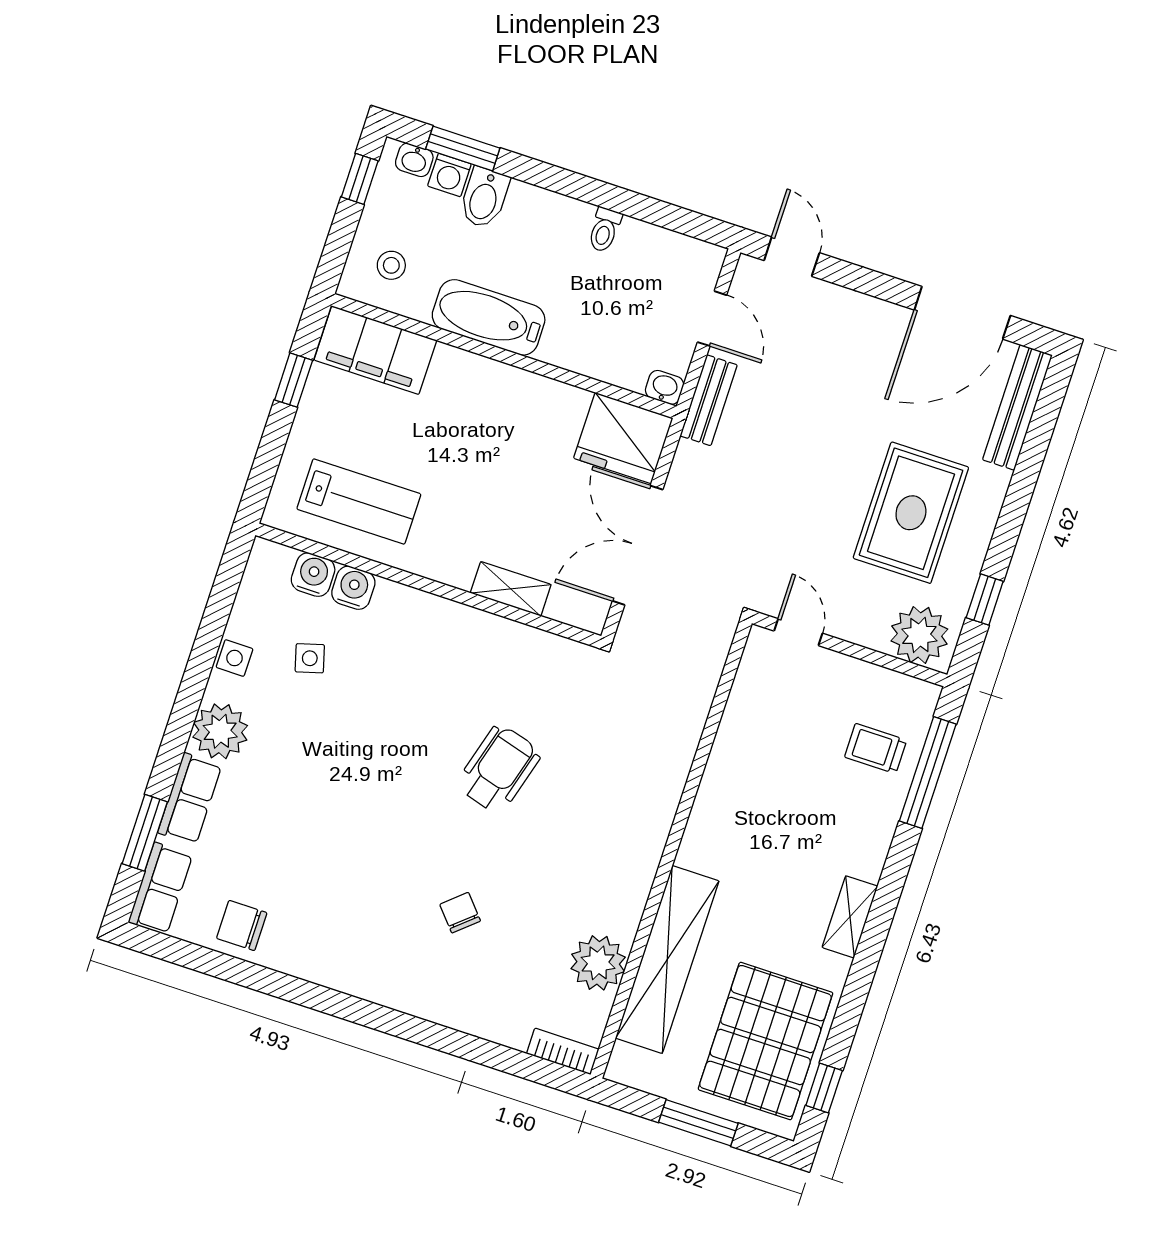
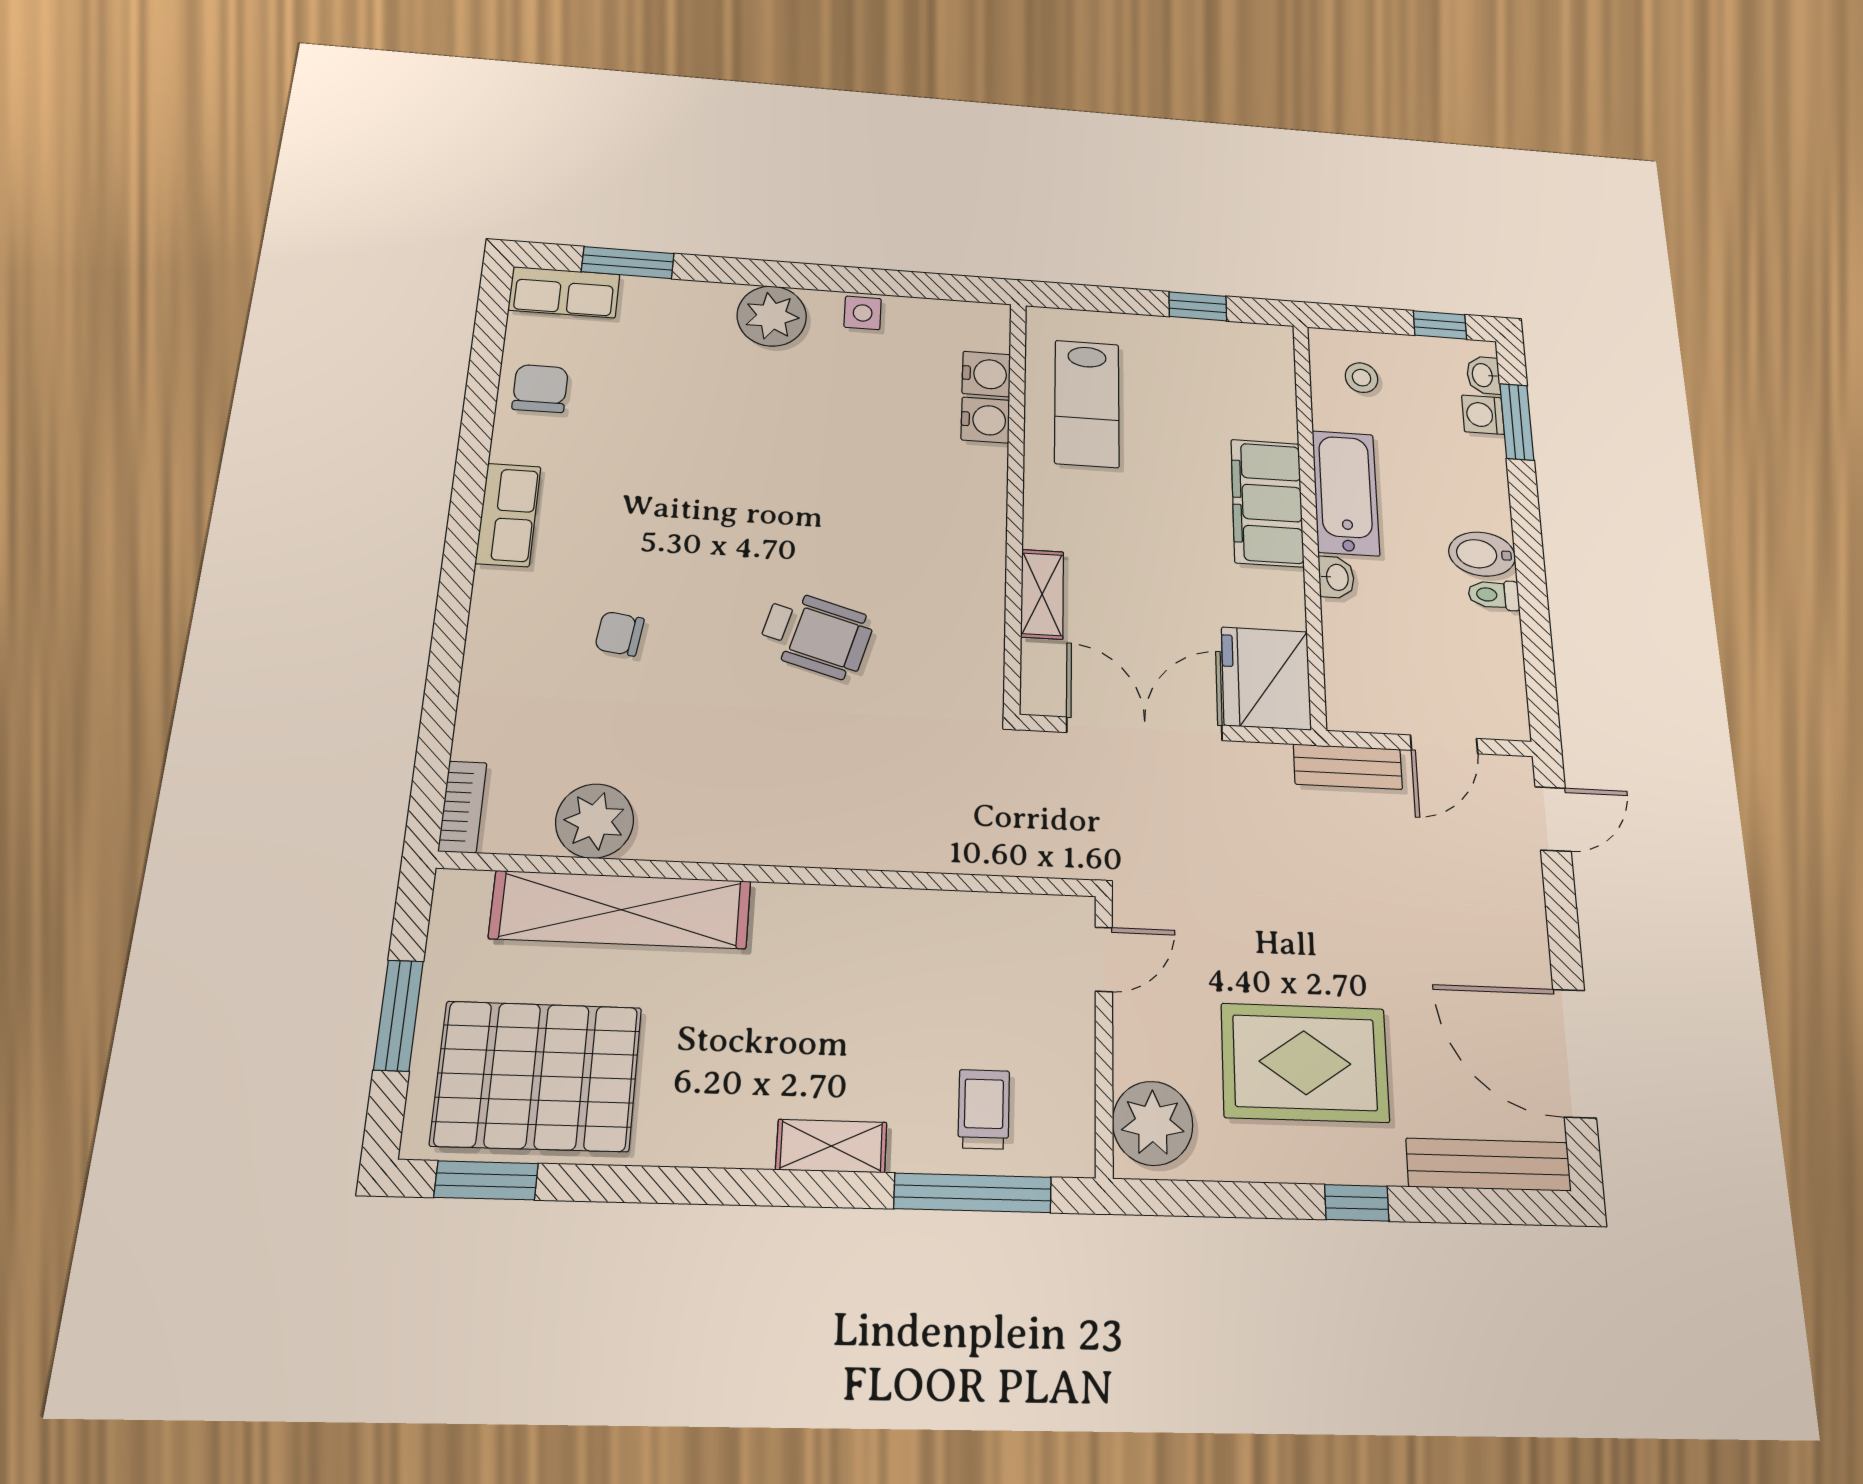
bidet: (484, 198) -> (1482, 554), moved
filing cabinet: (375, 350) -> (1267, 503), moved
washbasin: (665, 387) -> (1336, 577), moved
window: (985, 599) -> (1357, 1203), moved
side table: (310, 658) -> (887, 392), removed
row of seats: (190, 799) -> (508, 515), moved, turned -90
chair: (460, 913) -> (619, 634), turned -131
shelving: (850, 917) -> (831, 1146), moved
window: (824, 1088) -> (486, 1180), width x1.50

